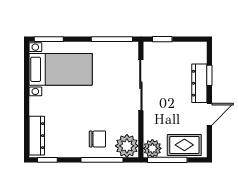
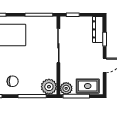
dresser: (199, 83) -> (98, 29), moved
chair: (97, 139) -> (13, 81), moved

